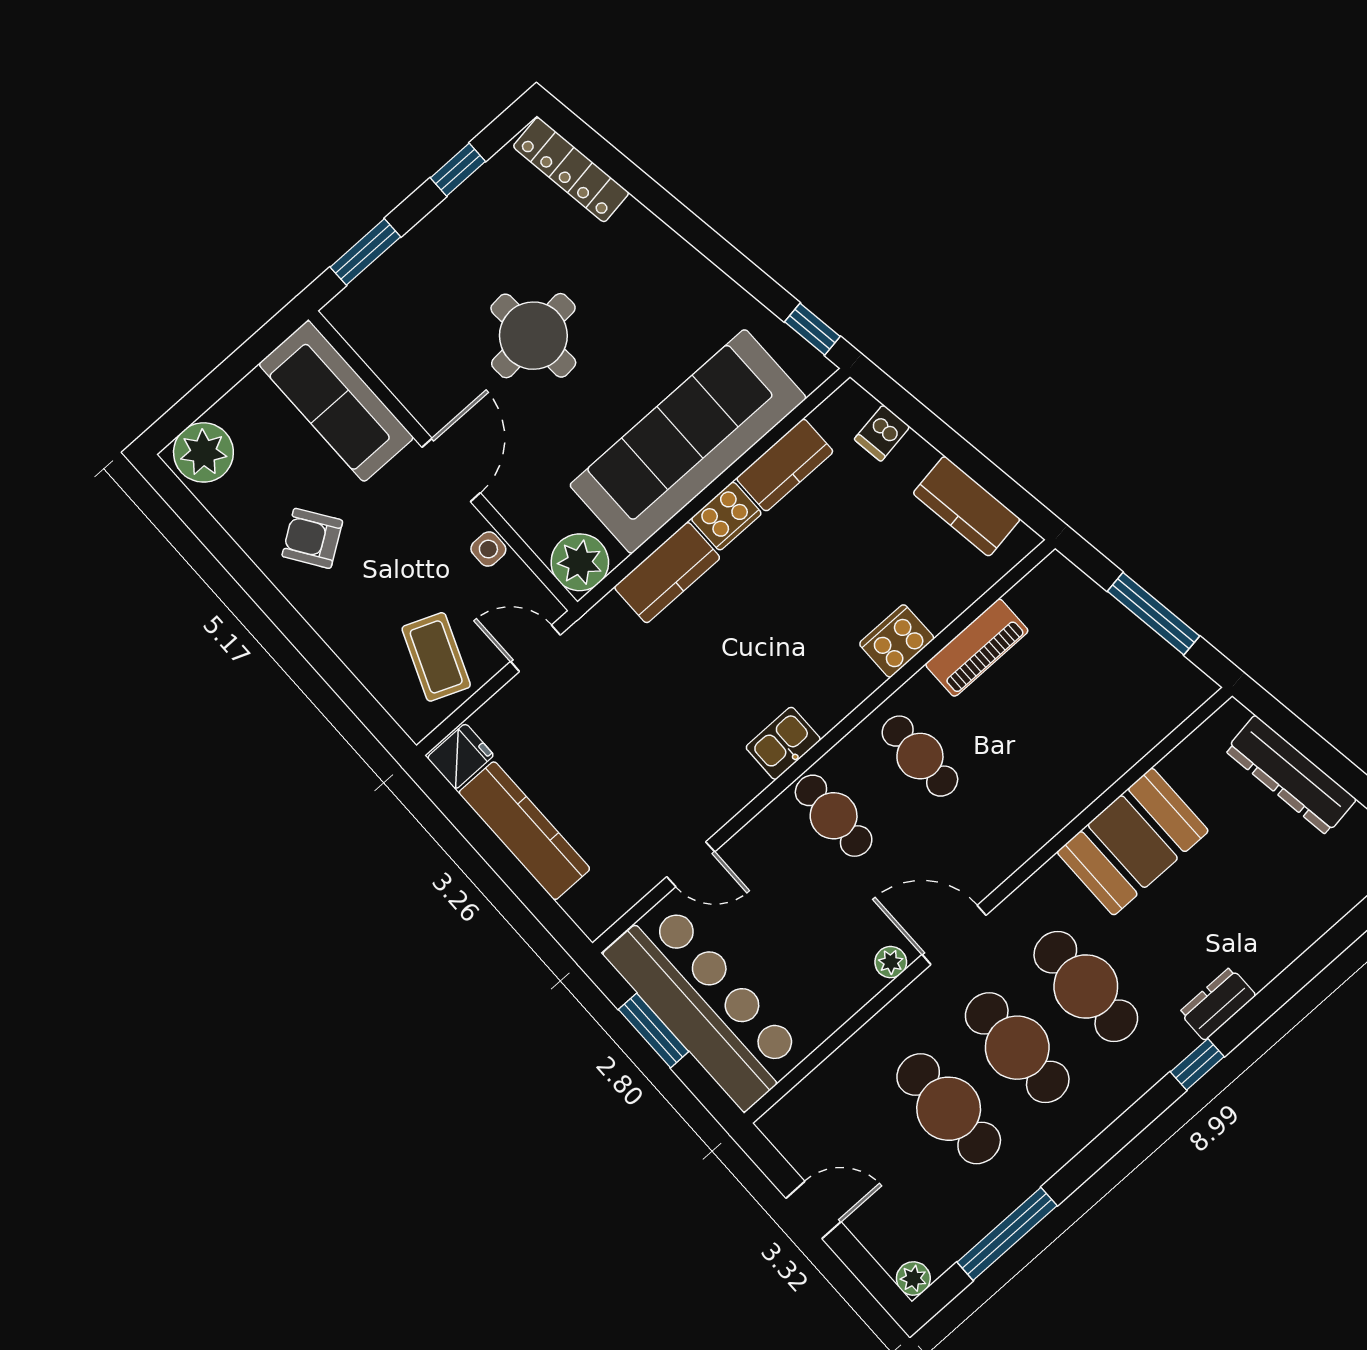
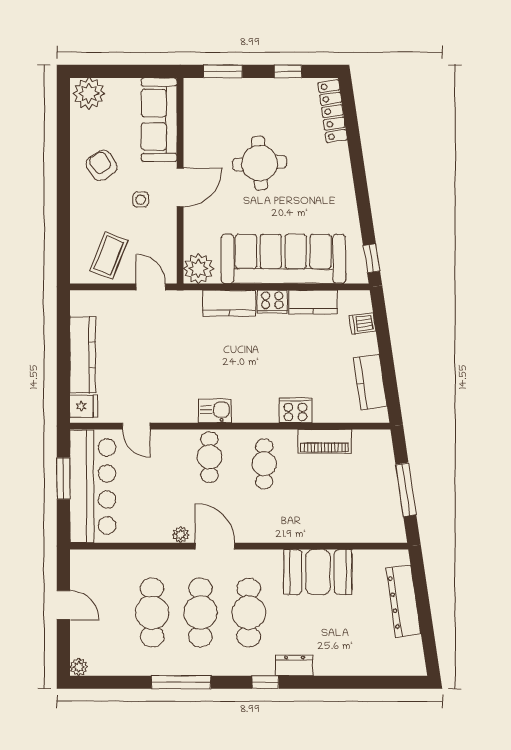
side table: (488, 549) -> (141, 200), moved
fridge: (460, 756) -> (84, 406), moved
window: (1007, 1234) -> (181, 682), moved

